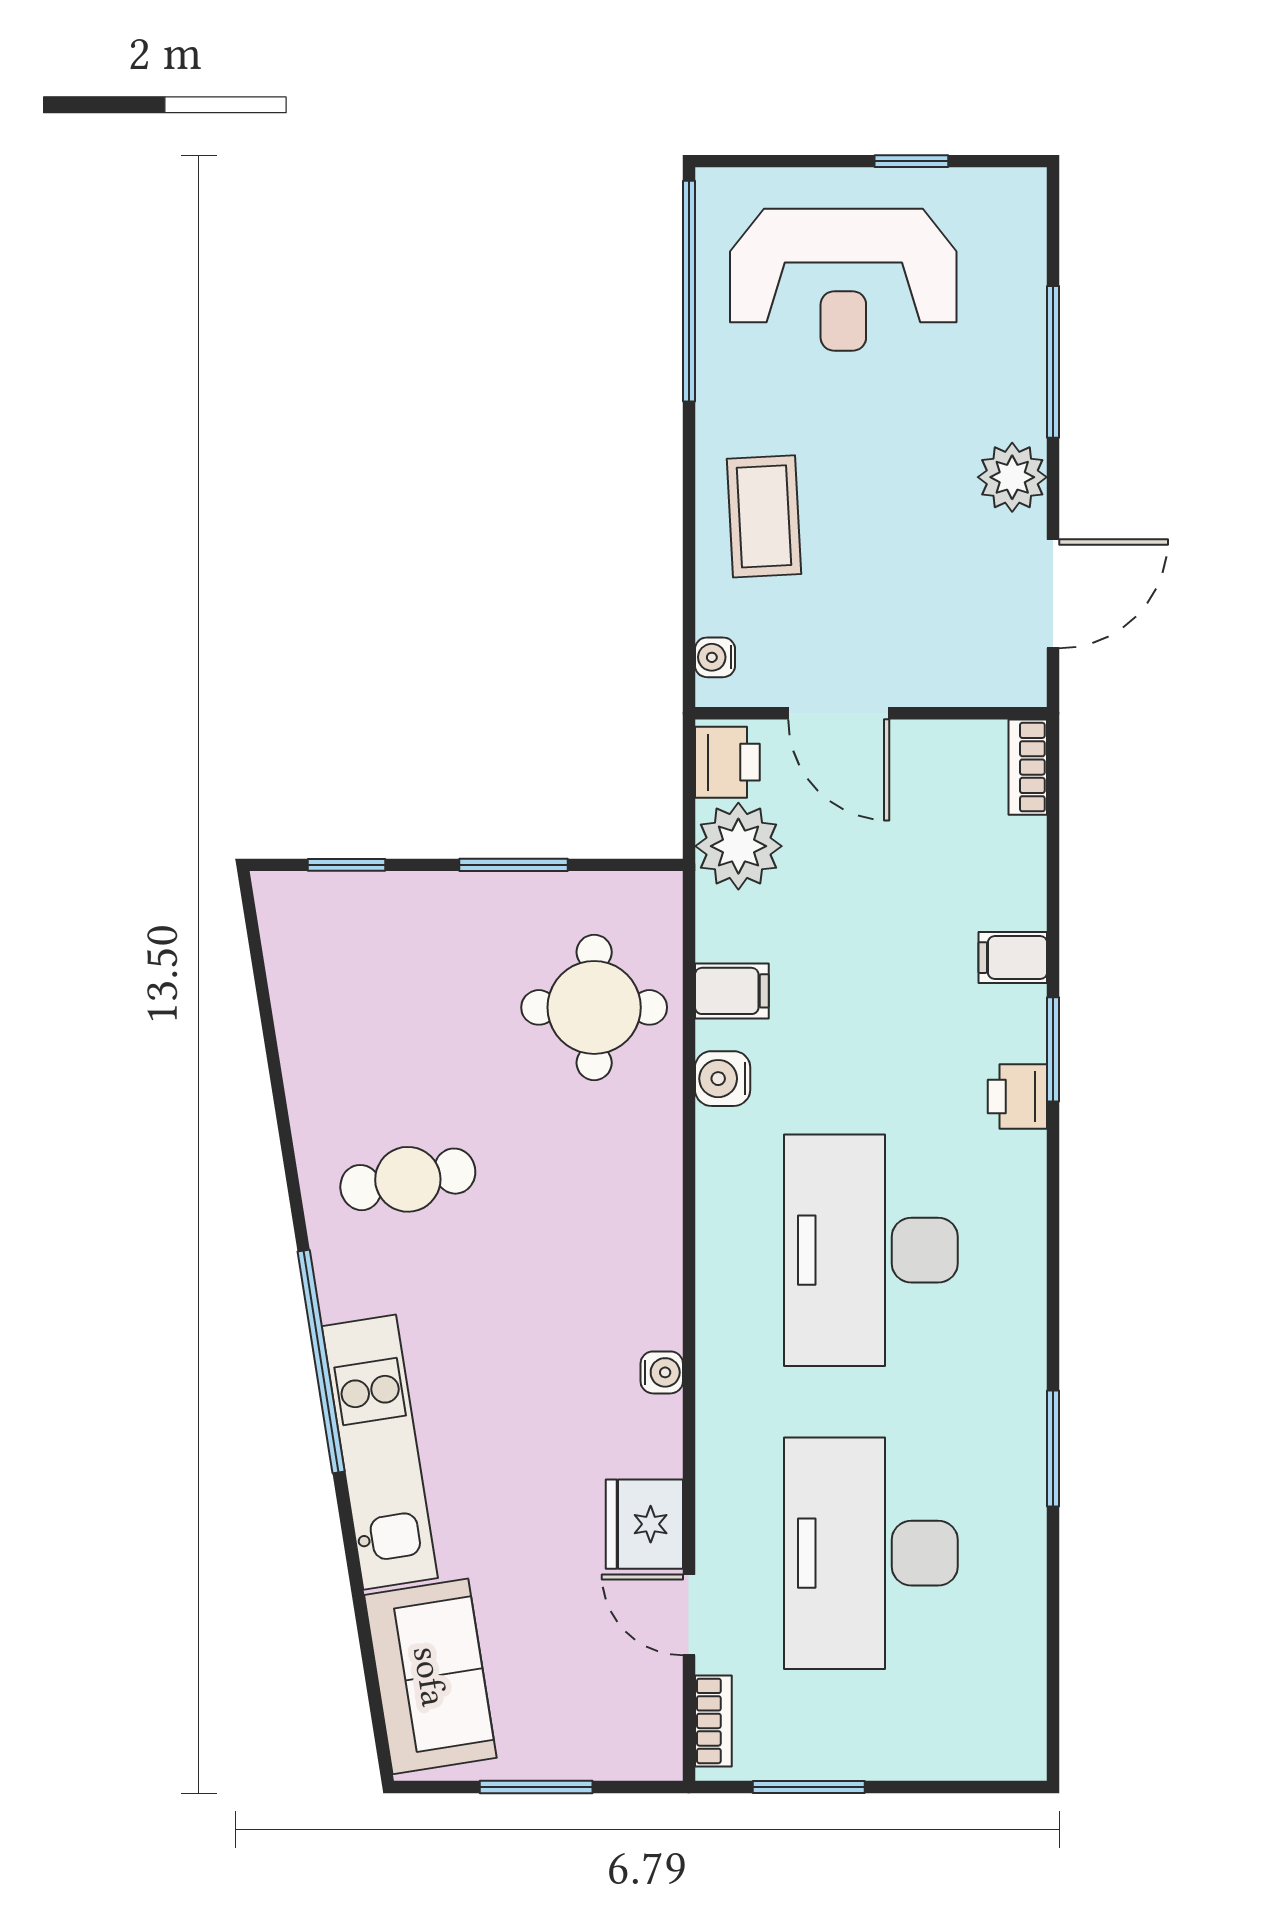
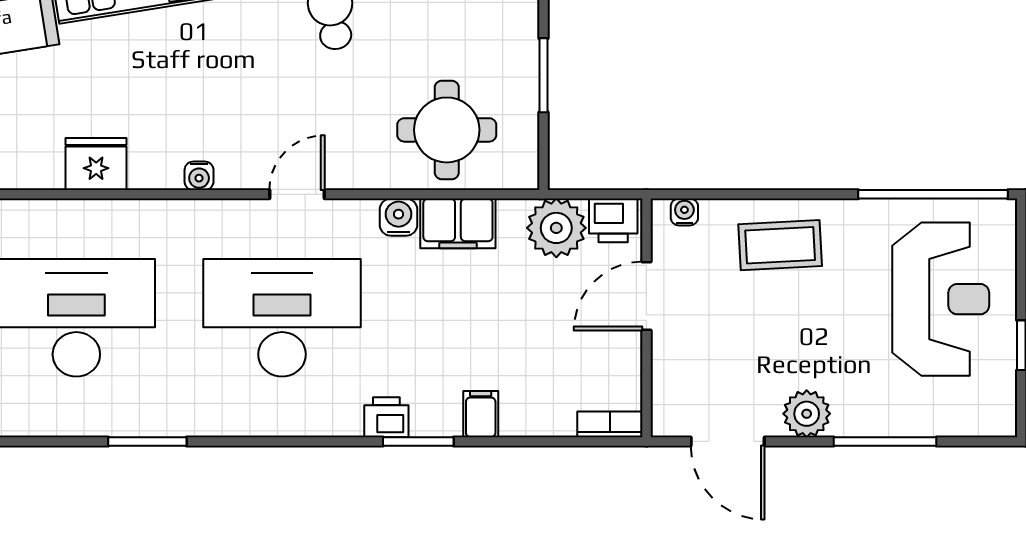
reception desk: (843, 280) -> (941, 299), turned 180
filing cabinet: (732, 991) -> (458, 223), width x2.00
door: (689, 1615) -> (297, 194), moved

